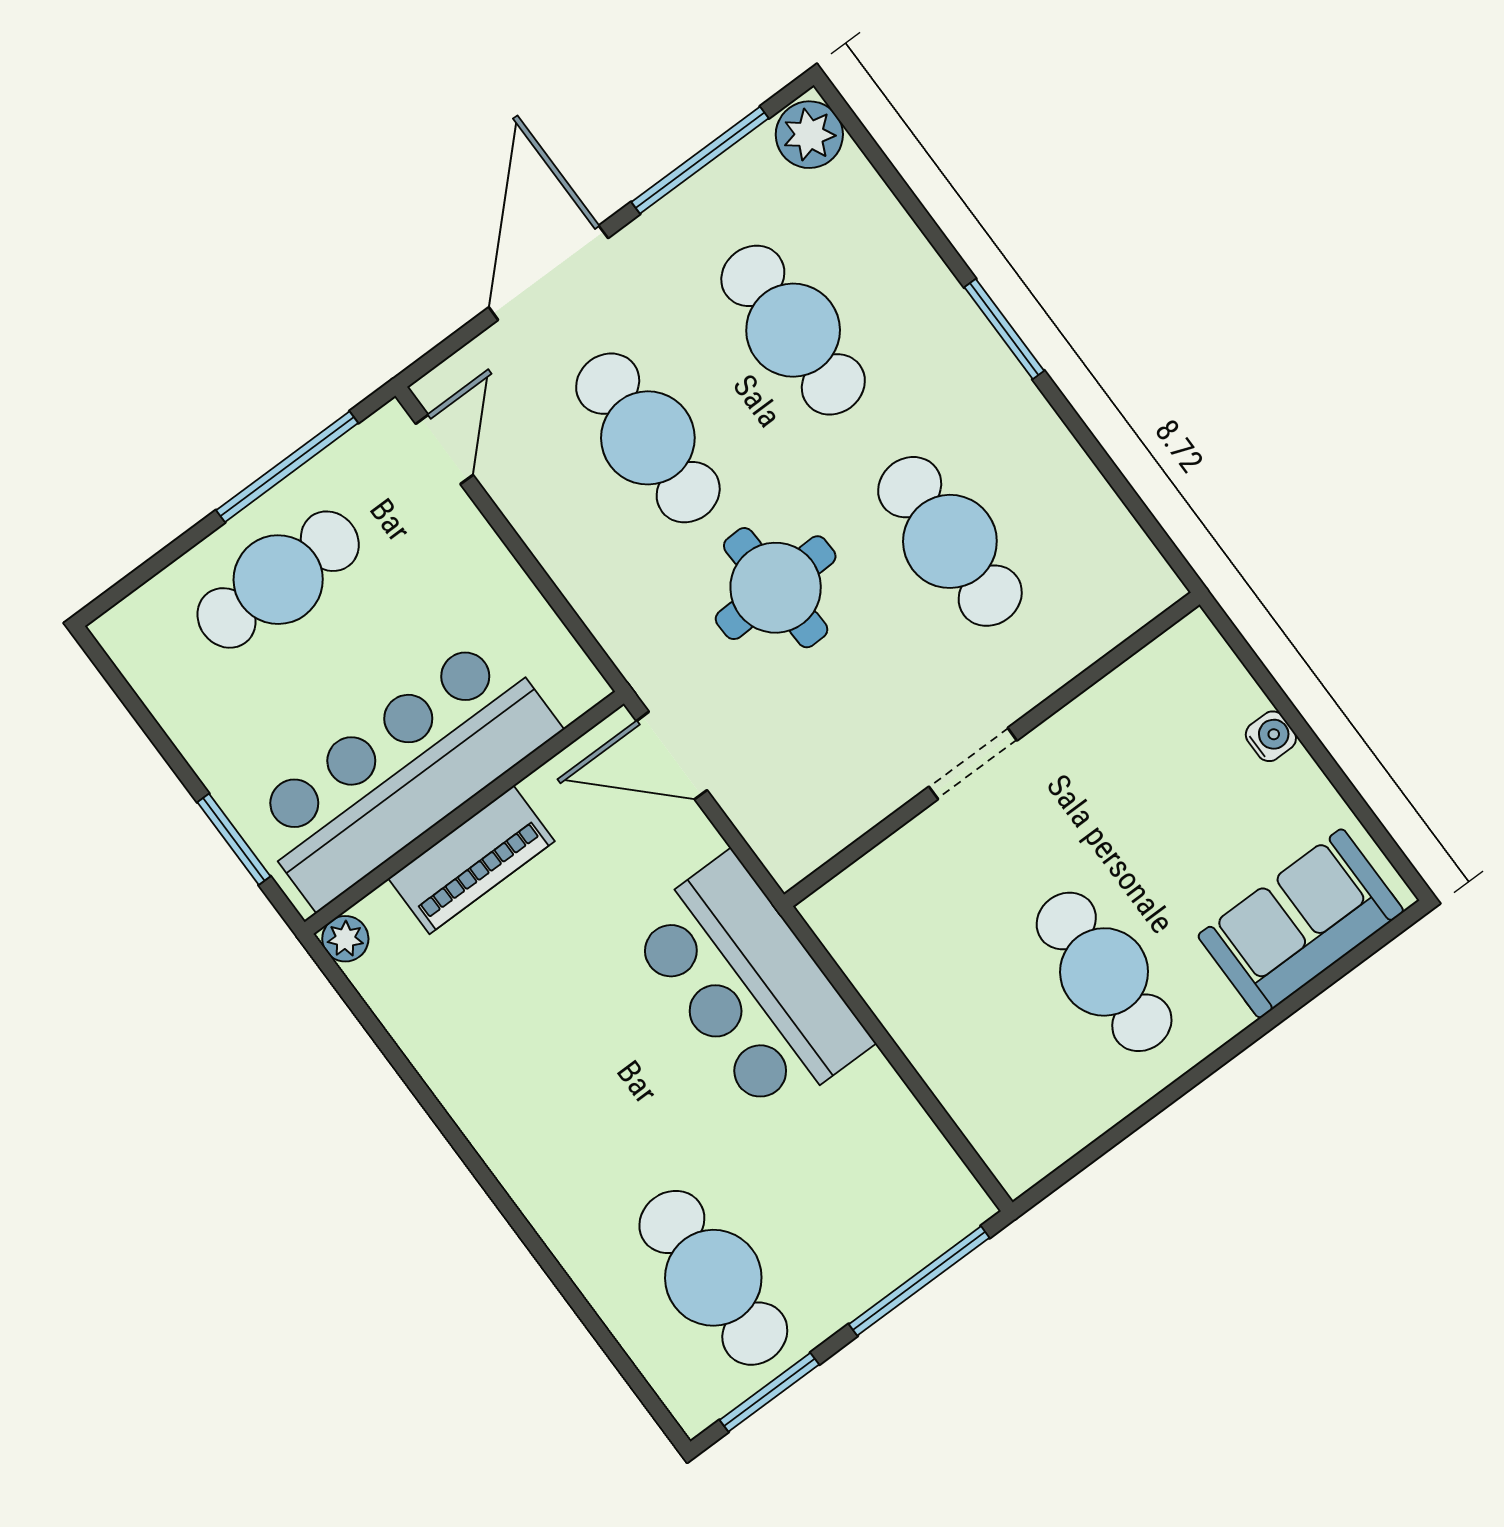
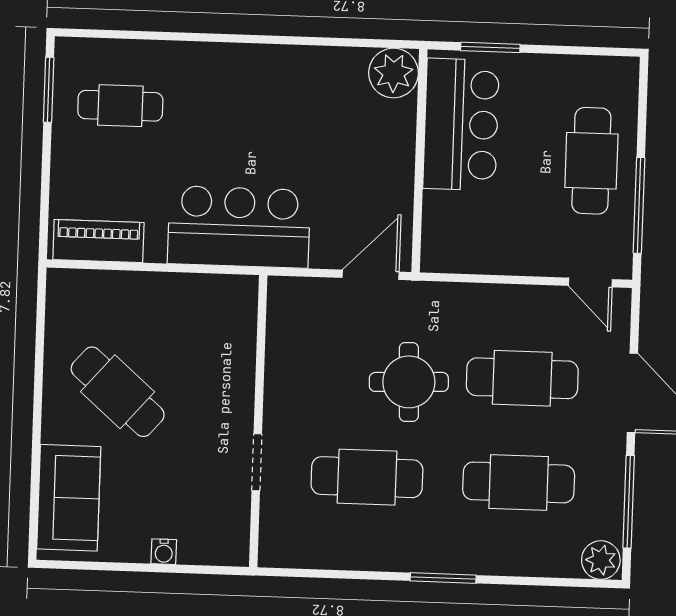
doorway: (973, 764) -> (257, 462), moved
bar counter: (403, 771) -> (461, 124), width x0.73
piano: (472, 860) -> (98, 241), moved, turned 90
plant: (345, 939) -> (393, 73), width x1.88, depth x1.88
cafe table: (1104, 972) -> (118, 392), turned 41
cafe table: (713, 1278) -> (120, 106), width x0.73, depth x0.74
window: (919, 1281) -> (45, 197), removed

